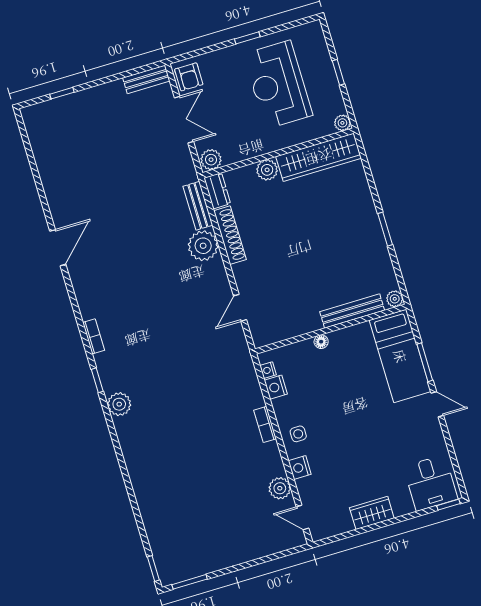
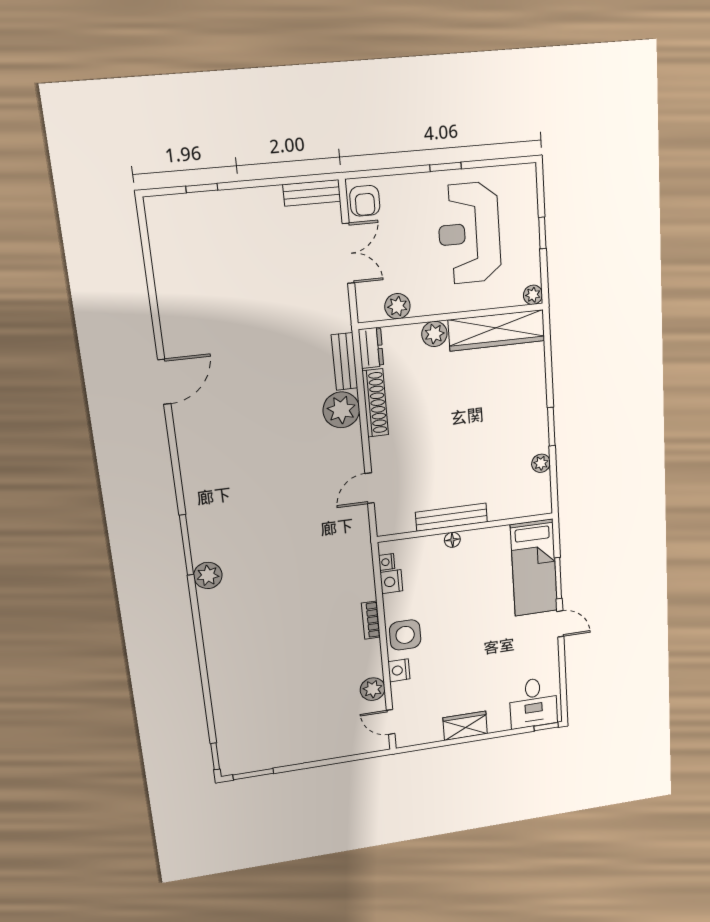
plant: (211, 160) -> (397, 306), moved
plant: (395, 299) -> (541, 463), moved
bench: (352, 311) -> (452, 517), moved
bookcase: (94, 336) -> (191, 494), removed
window: (97, 380) -> (186, 545), width x2.17
side table: (298, 434) -> (405, 635), width x1.87, depth x1.87

